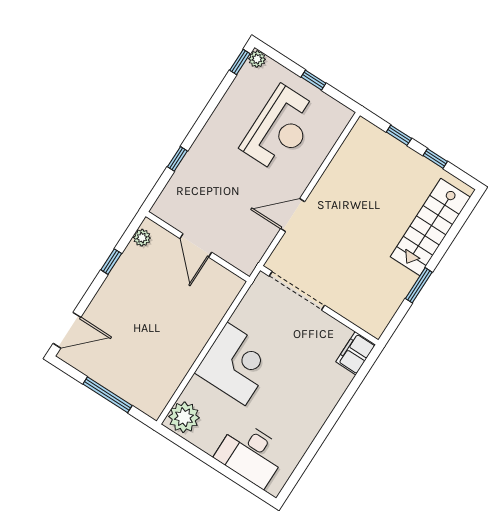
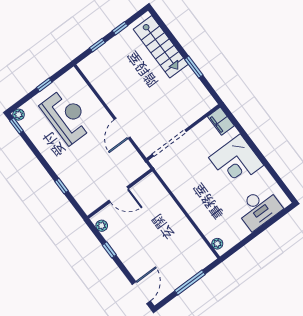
corner desk: (236, 364) -> (236, 161), moved, turned 180
plant: (184, 417) -> (217, 244), width x0.53, depth x0.53

